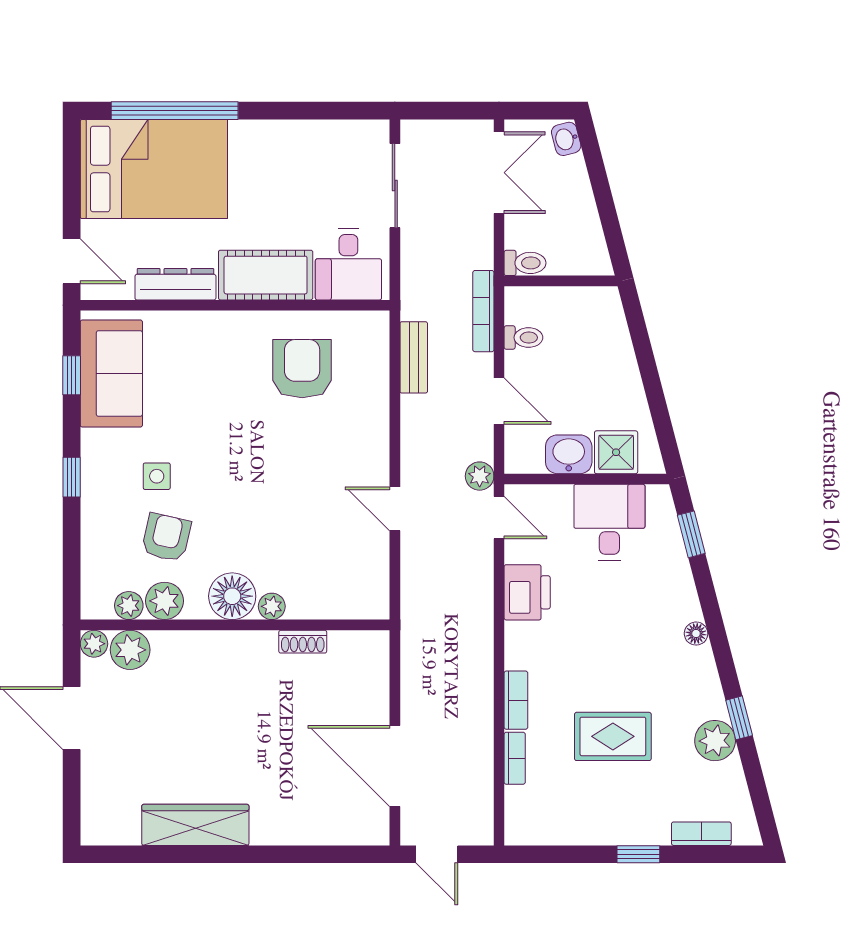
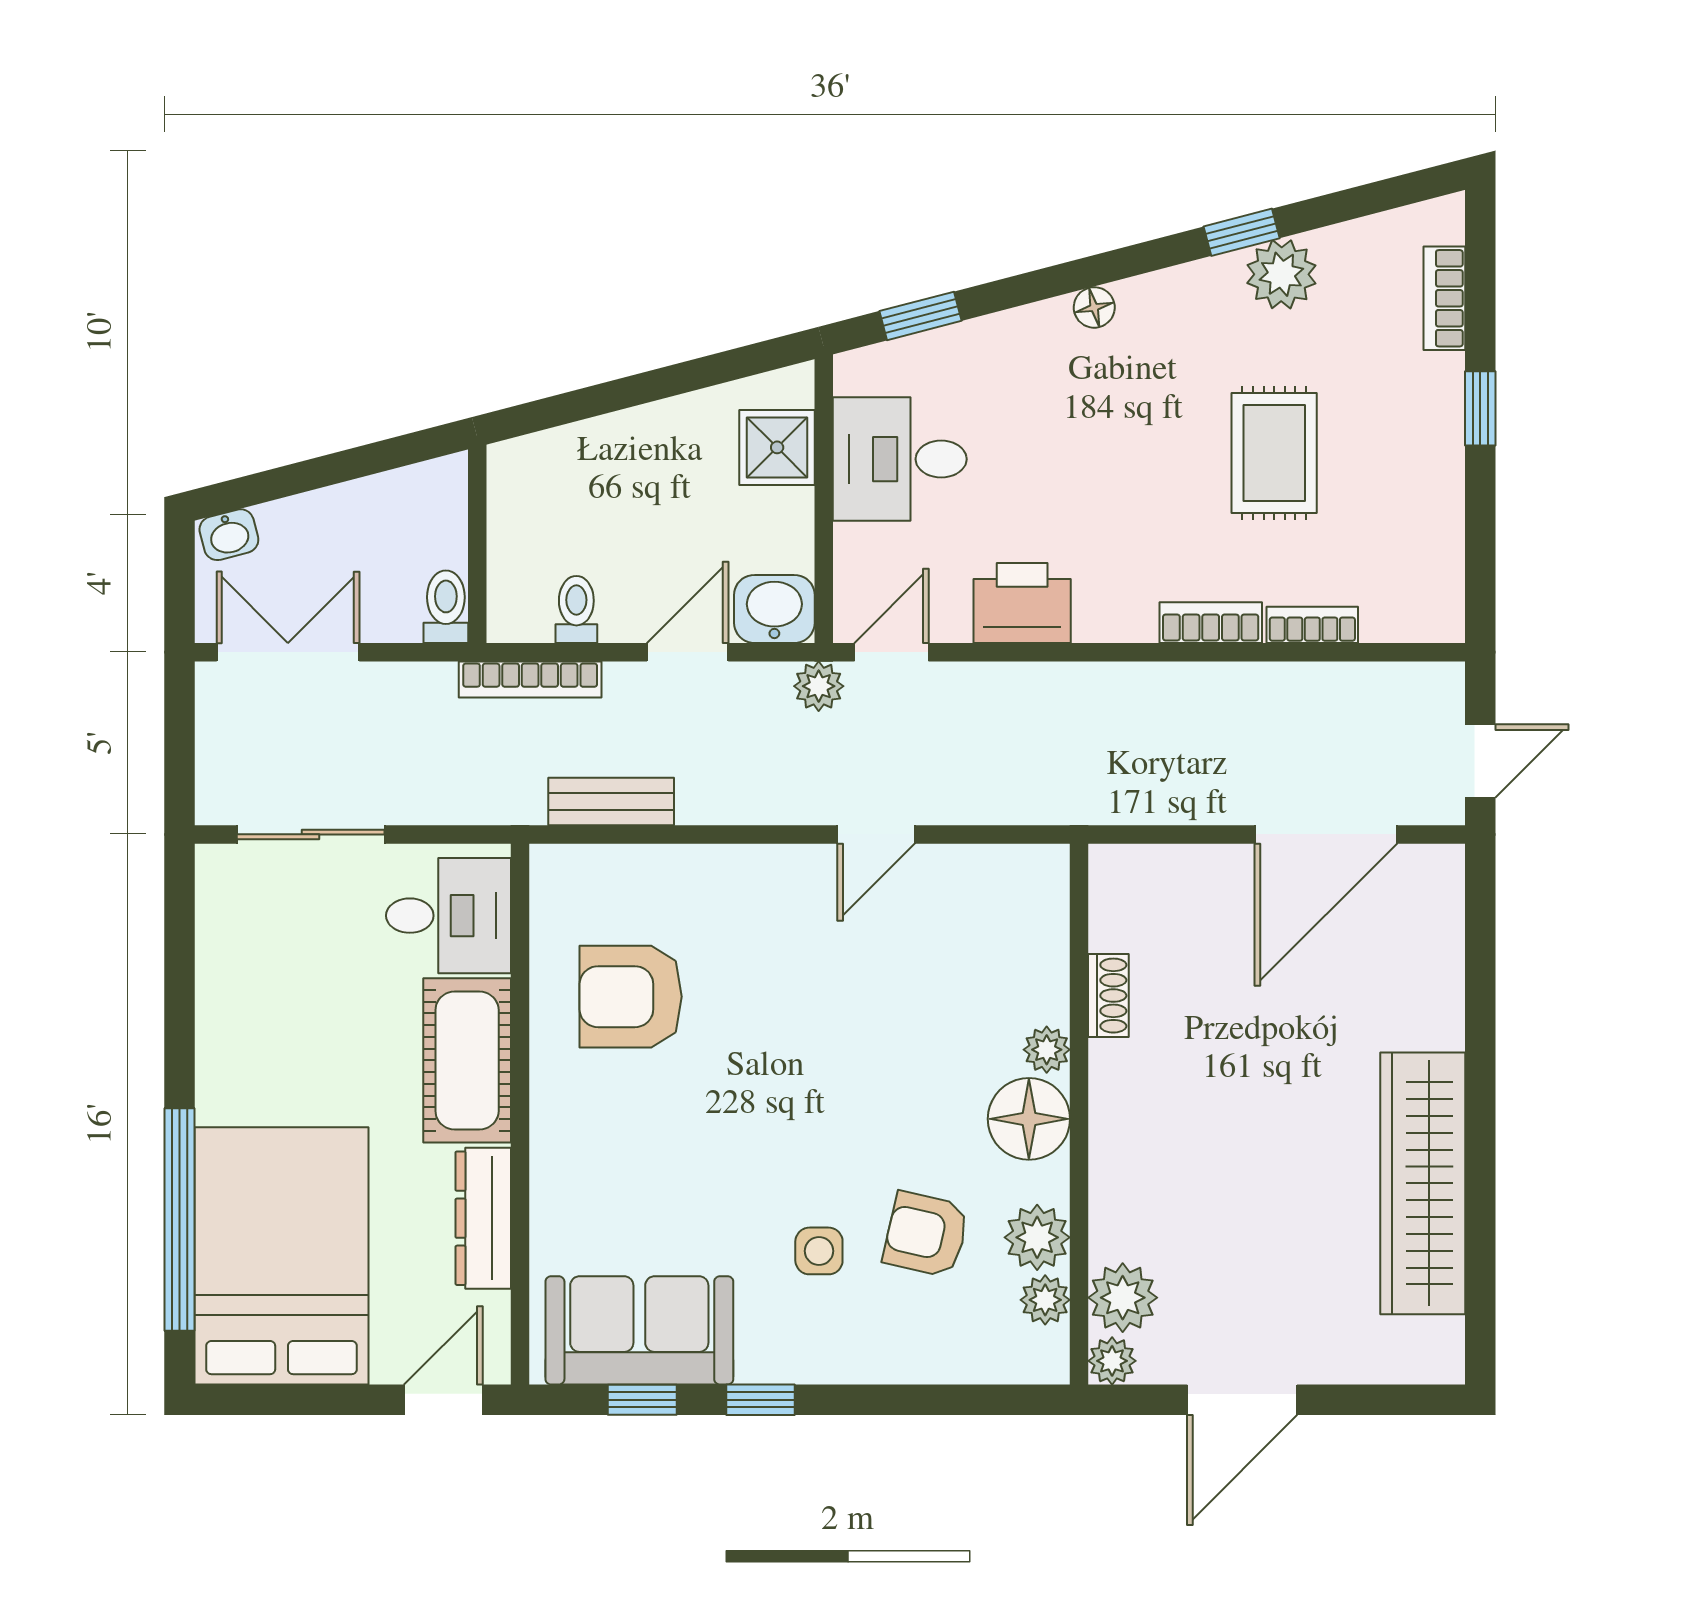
washbasin: (569, 454) -> (774, 609), moved, turned 90
window: (72, 477) -> (761, 1400), moved
wardrobe: (195, 825) -> (1423, 1183), width x1.40, depth x1.17

